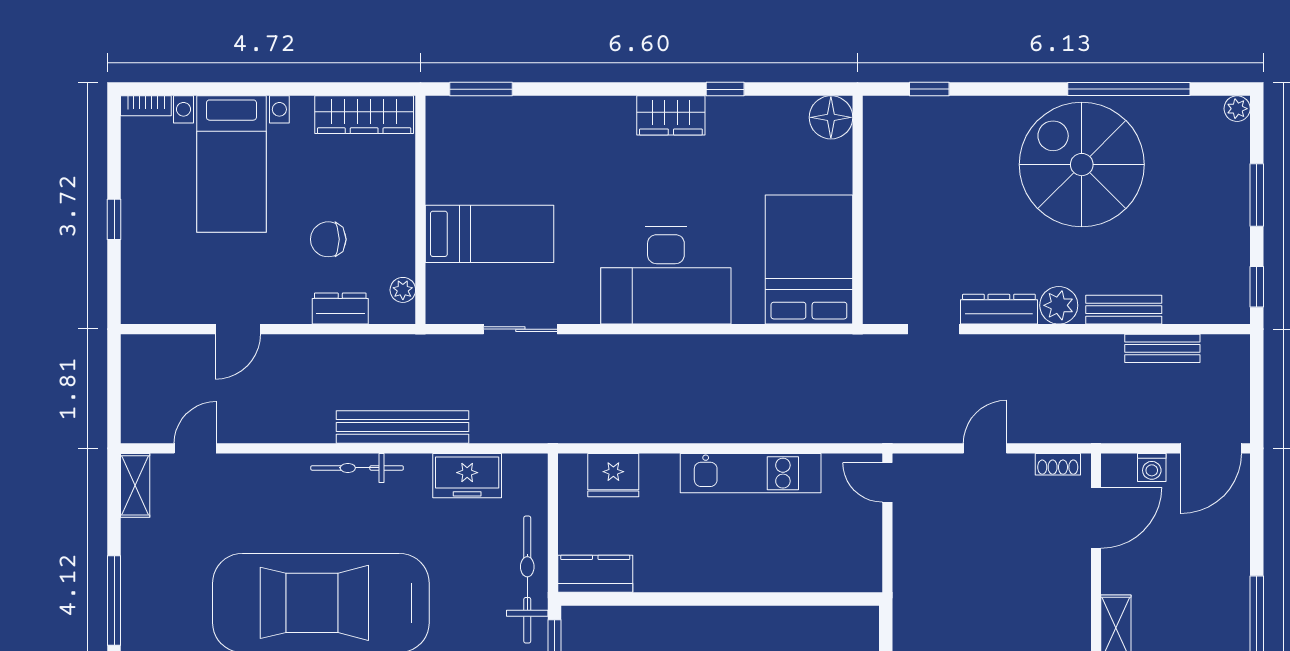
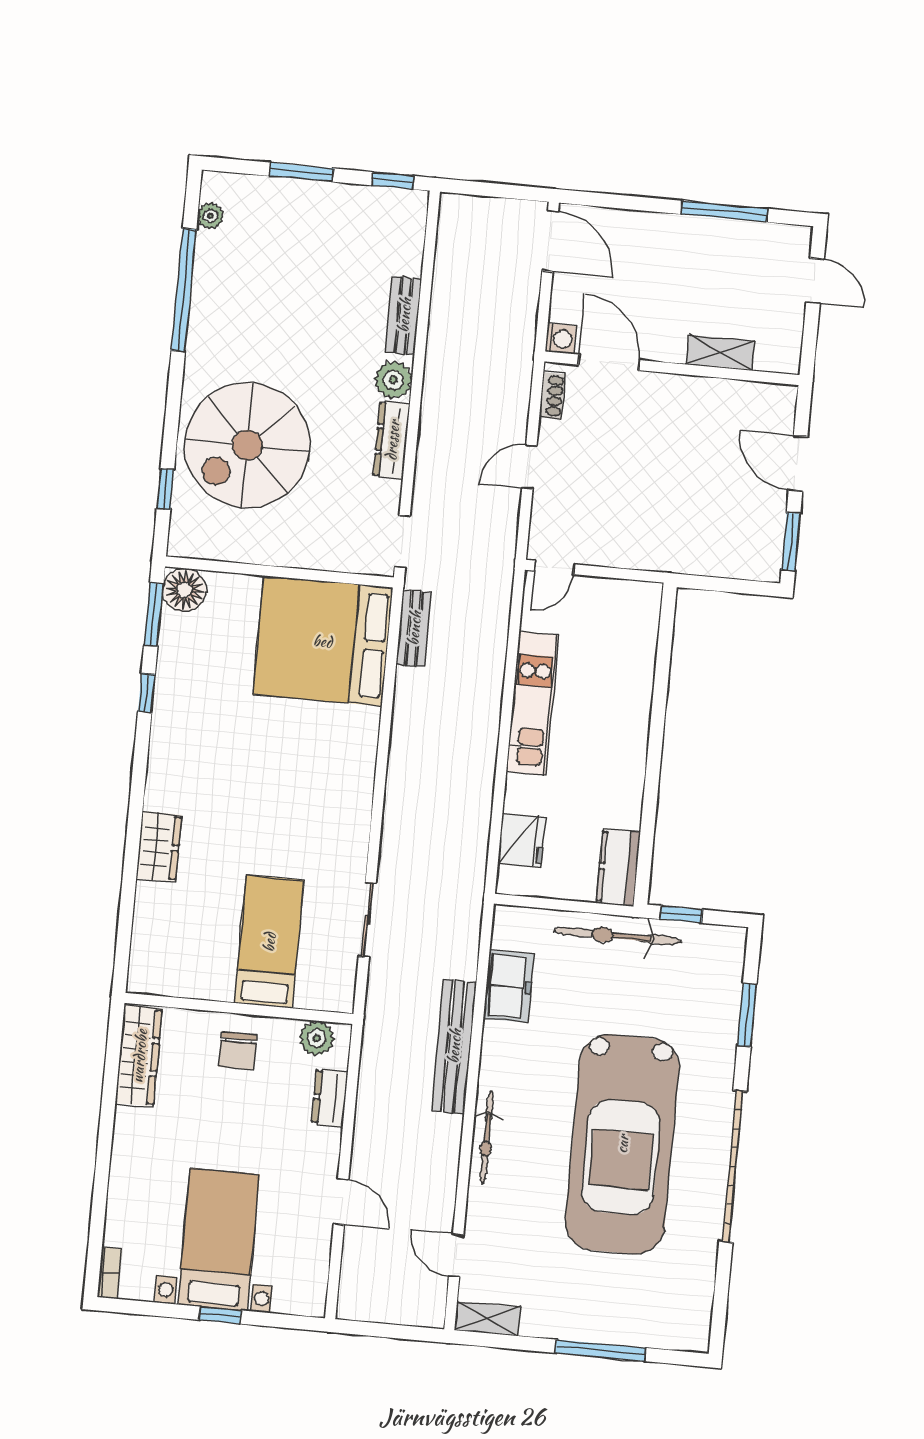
window: (481, 89) -> (154, 614), moved
plant: (1237, 109) -> (210, 216), moved
wardrobe: (671, 115) -> (159, 847), moved
bed with nightstands: (231, 164) -> (219, 1240), moved, turned -90
spiral stairs: (1082, 165) -> (247, 445), moved
chair: (328, 239) -> (238, 1051), moved
bed: (809, 260) -> (323, 641), width x1.36
desk: (666, 275) -> (327, 769), removed
plant: (403, 290) -> (317, 1038), width x1.38, depth x1.38
doorway: (934, 329) -> (402, 542), moved
bench: (1162, 348) -> (414, 628), moved
door: (985, 448) -> (529, 467), hinge flipped
bicycle: (357, 468) -> (487, 1138), moved
washing machine: (1152, 468) -> (560, 339), moved

